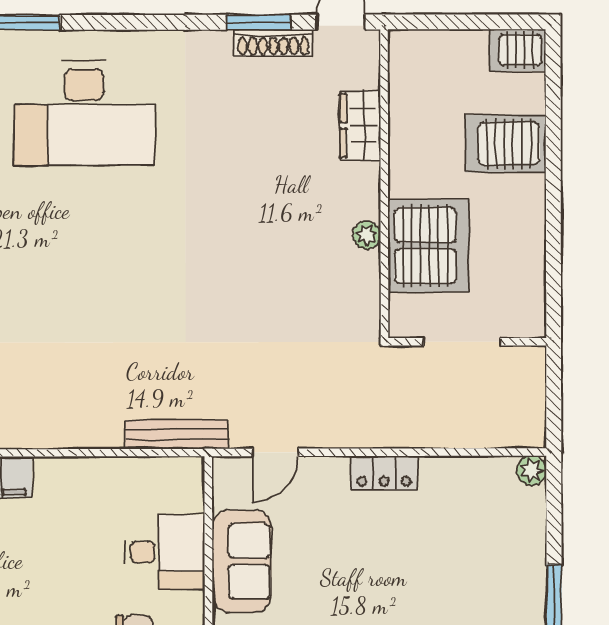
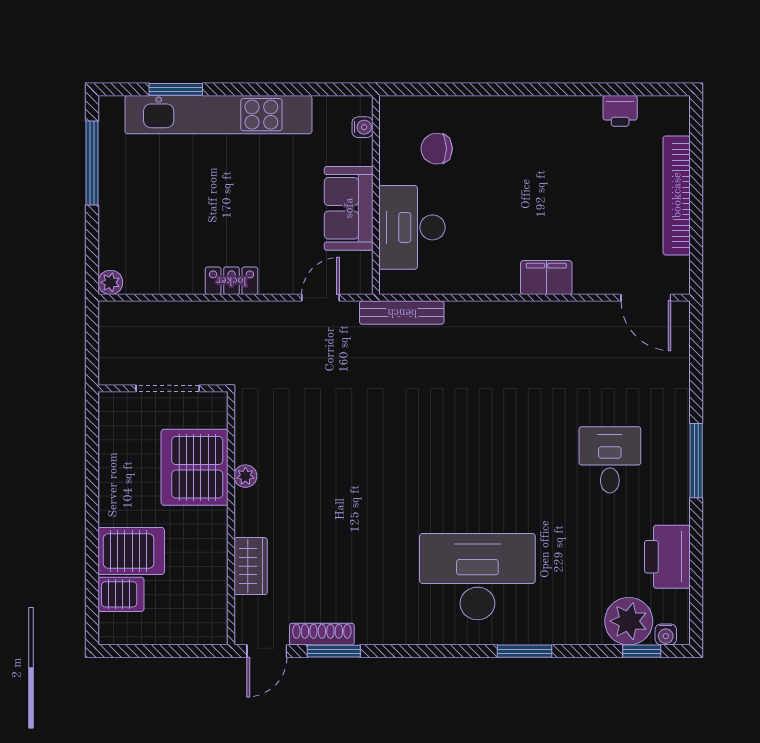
server rack: (518, 50) -> (121, 594), moved
desk: (164, 552) -> (412, 227), width x1.37

